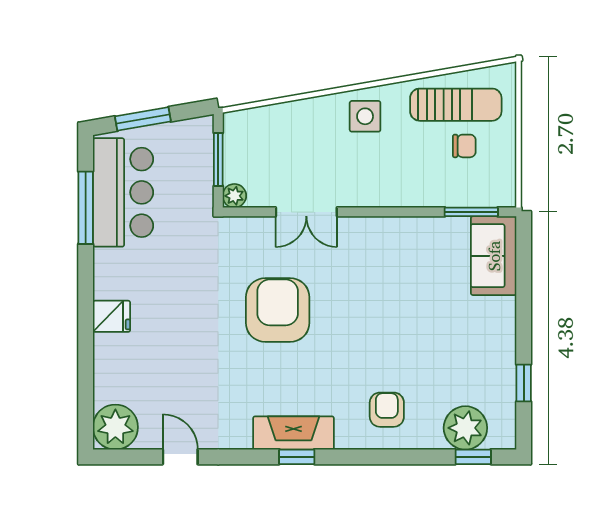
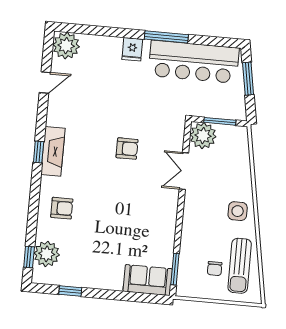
bar counter: (123, 192) -> (194, 62), width x1.36
plant: (234, 196) -> (203, 136), width x1.88, depth x1.88
window: (86, 208) -> (166, 37), moved
armchair: (278, 310) -> (127, 149), width x0.53, depth x0.53

